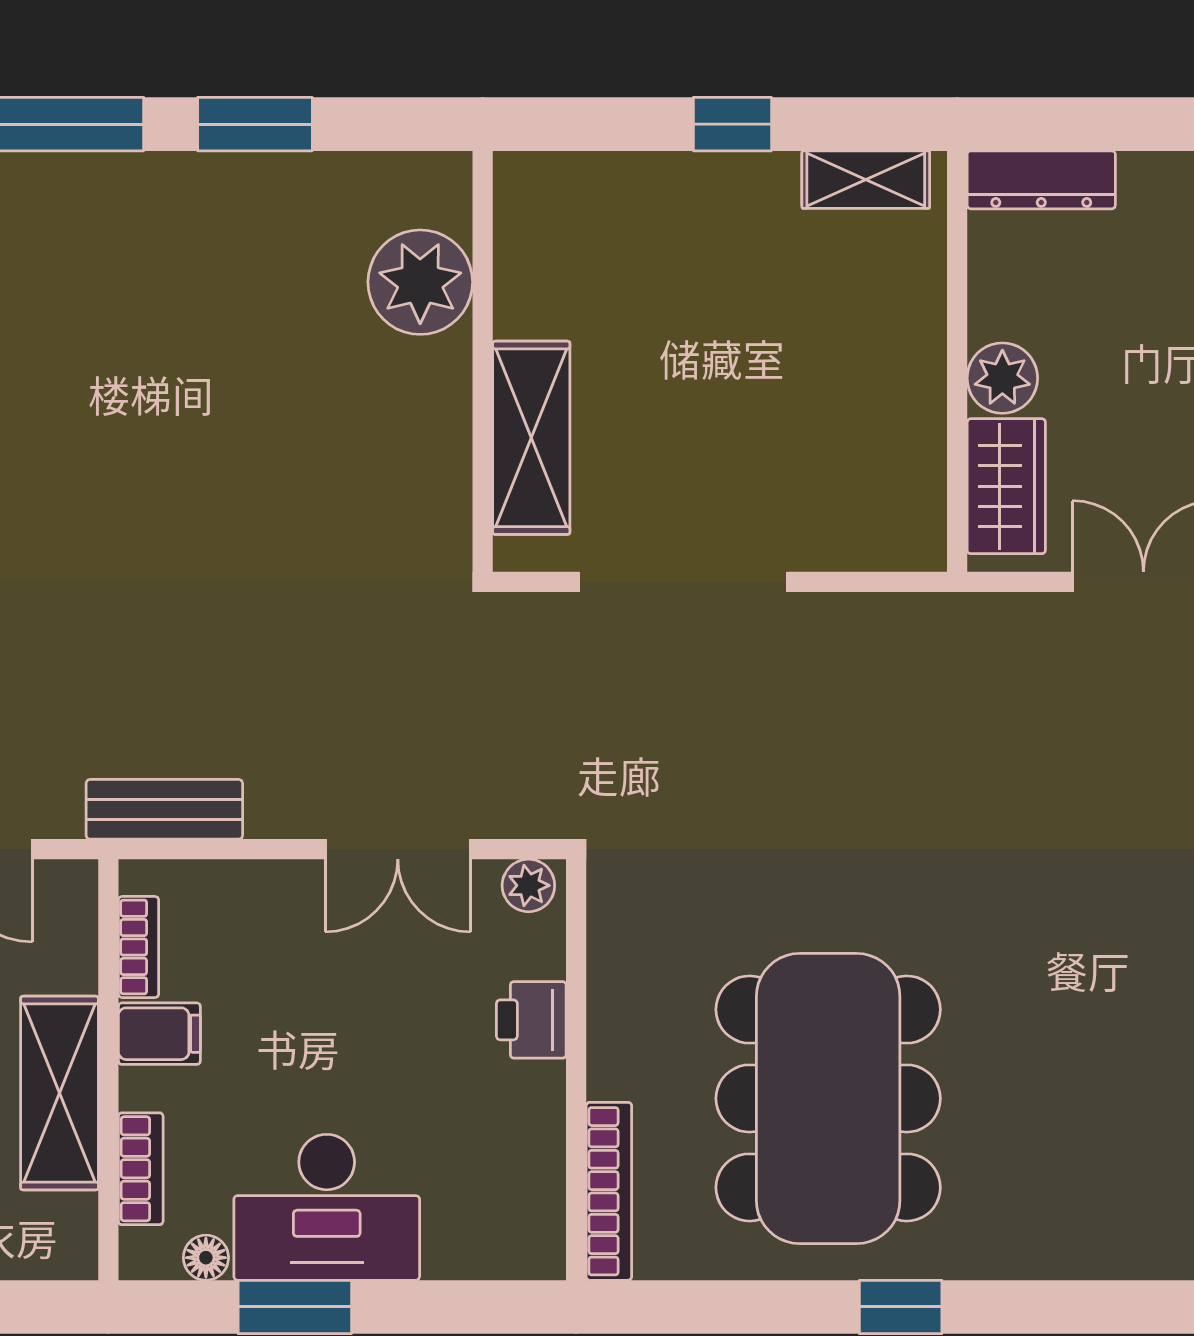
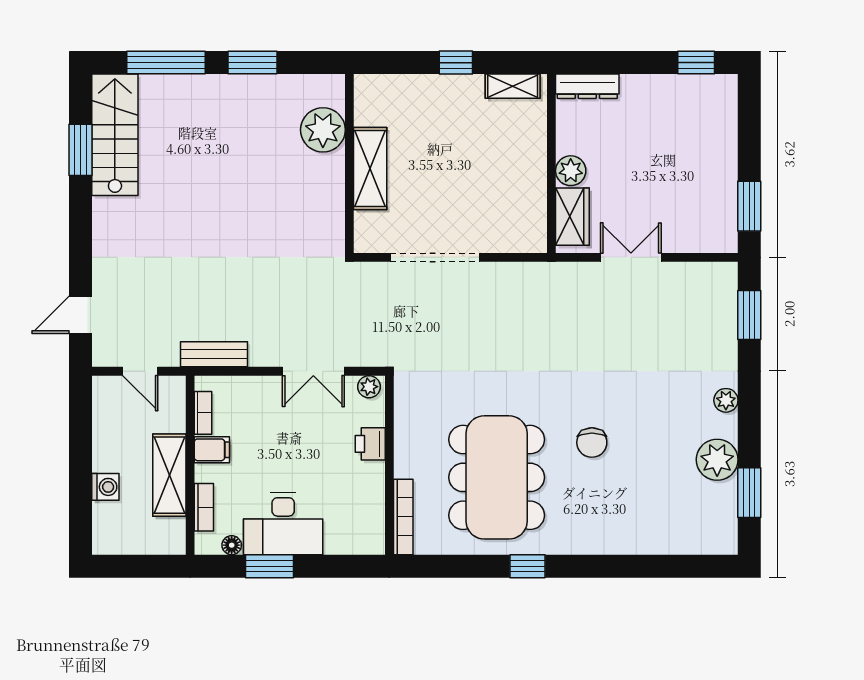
shelving: (531, 438) -> (370, 168), moved
chair: (1052, 1017) -> (592, 443), added

